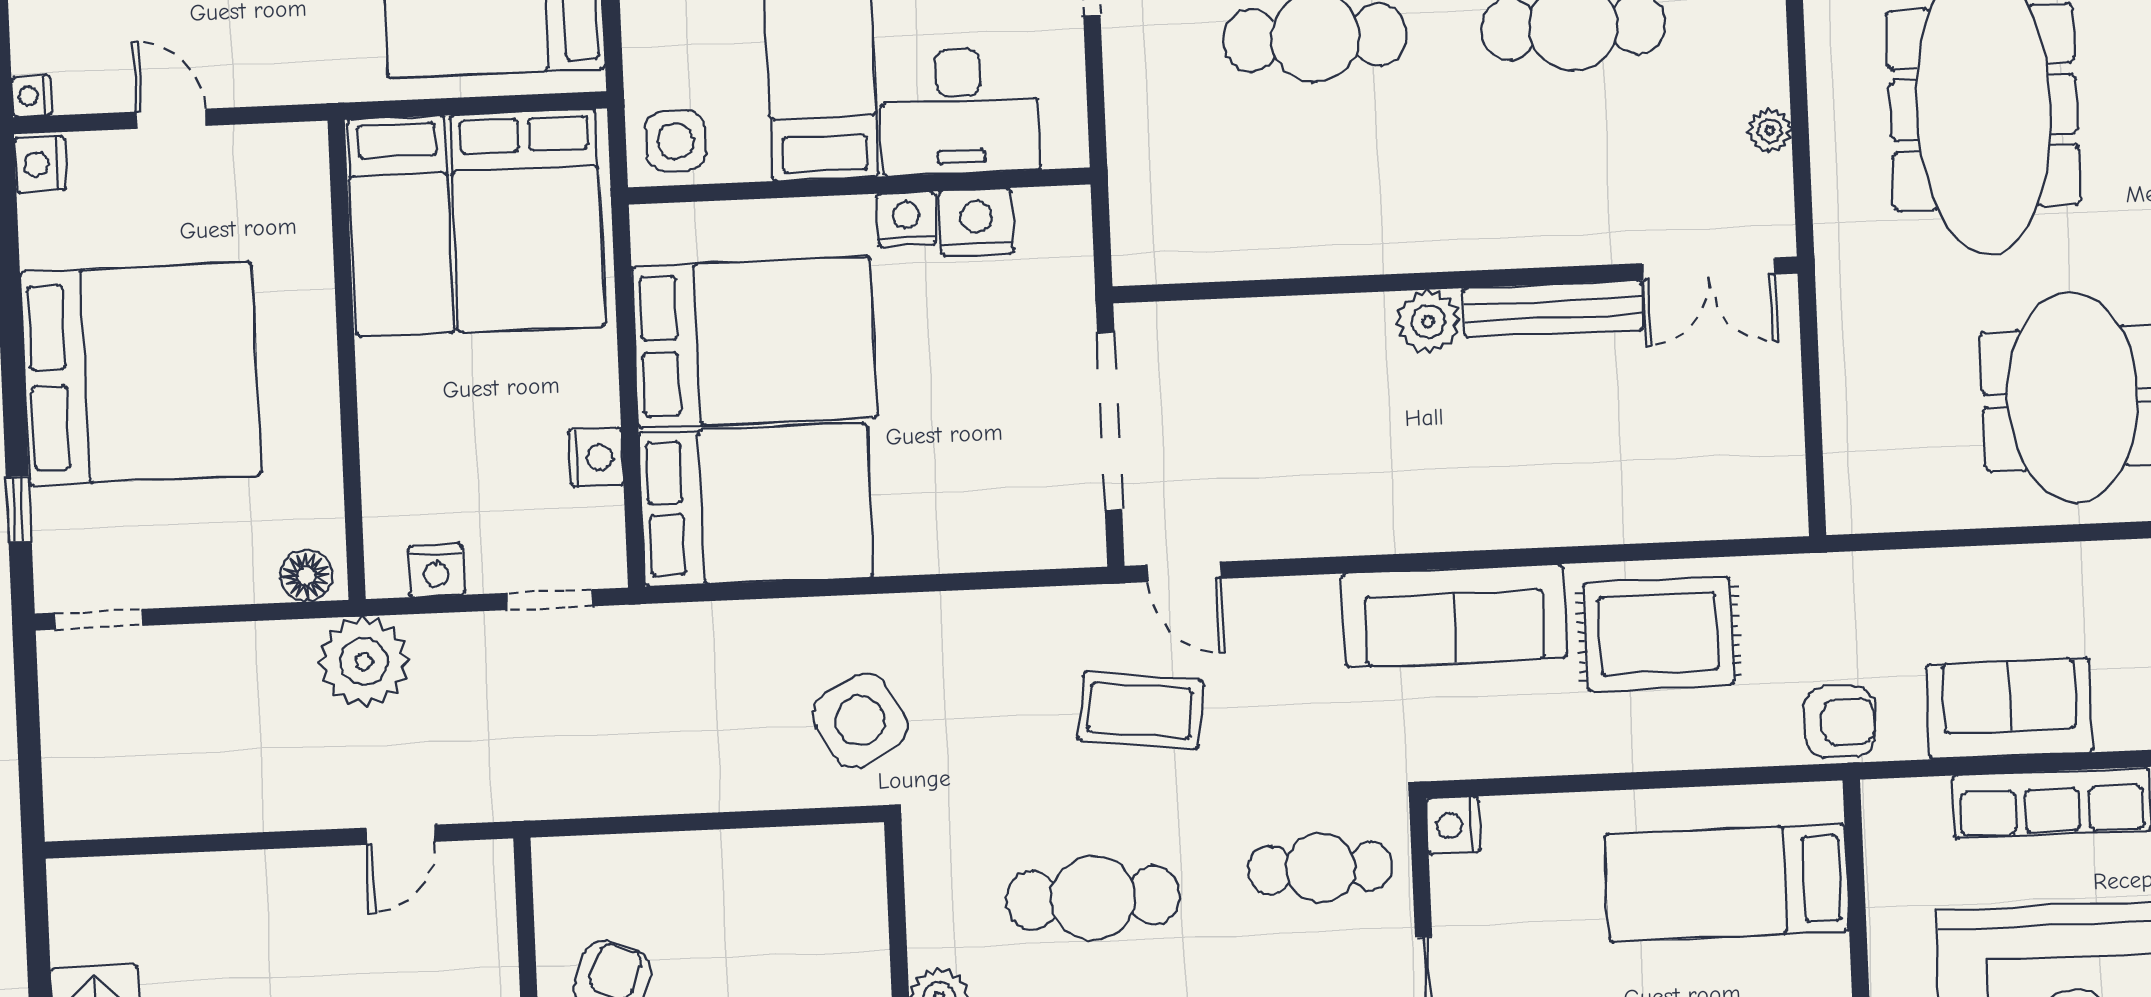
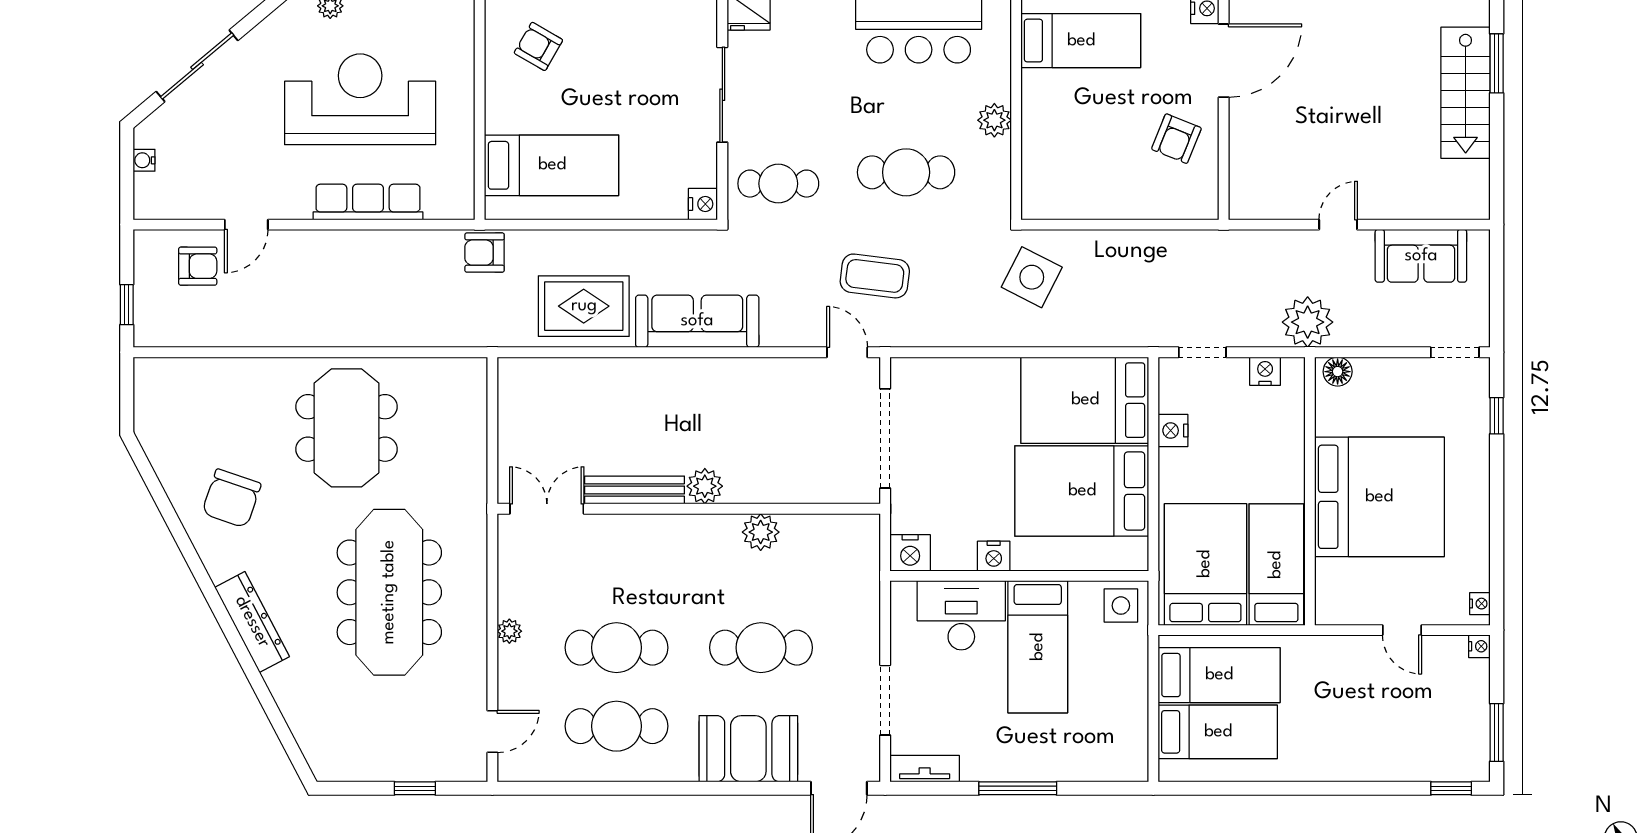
plant: (1769, 131) -> (509, 631), moved
nightstand: (40, 164) -> (1480, 604), width x0.72, depth x0.74
nightstand: (976, 222) -> (910, 553), moved
plant: (1325, 244) -> (761, 532), added
bed: (140, 374) -> (1379, 497), moved, turned 180
sofa: (2010, 709) -> (1421, 256), moved
side table: (860, 720) -> (1032, 277), turned -34
door: (400, 835) -> (1338, 225), moved

